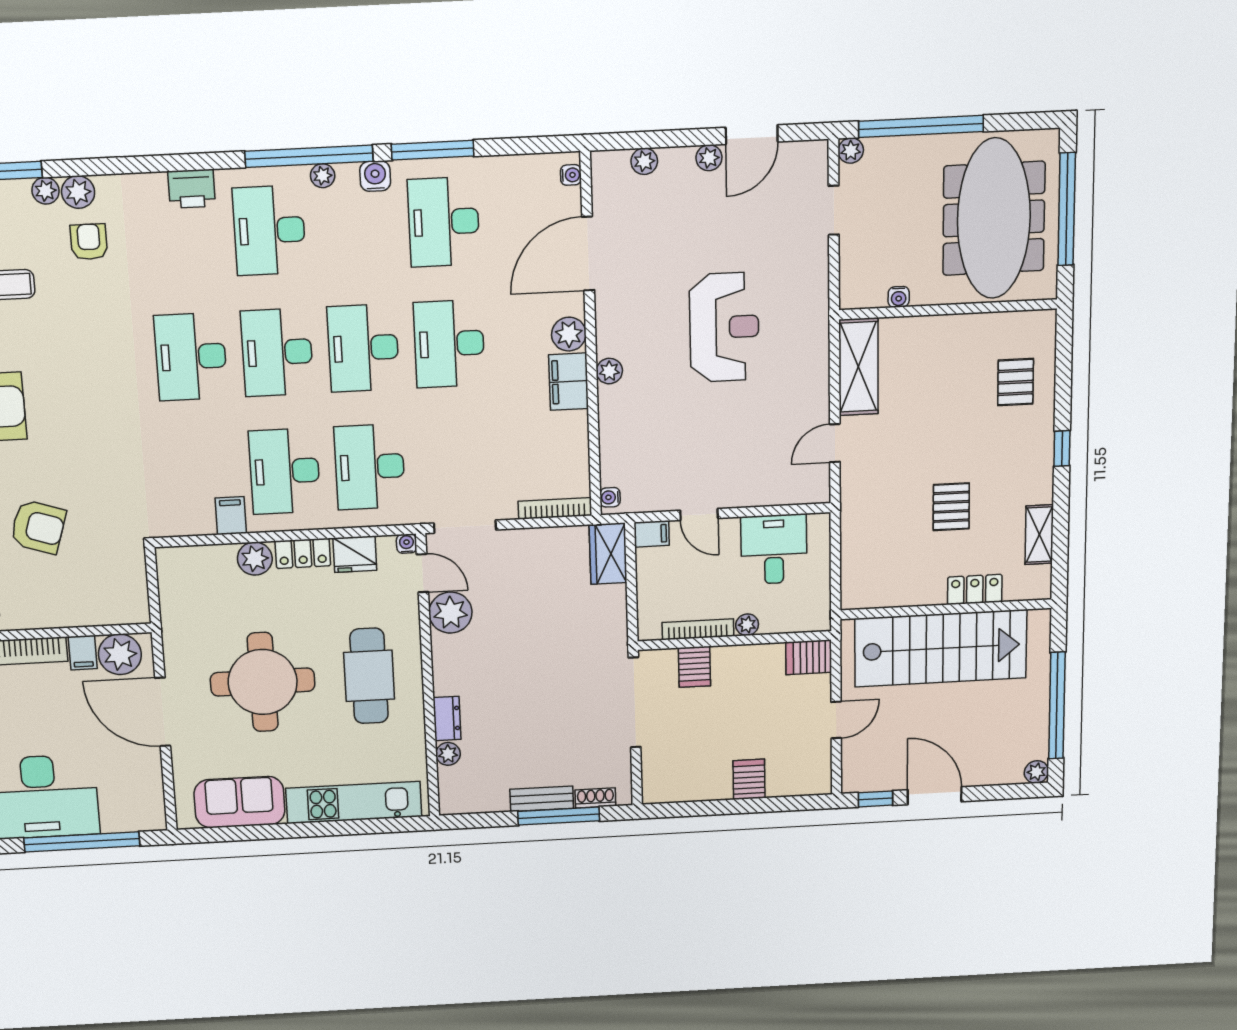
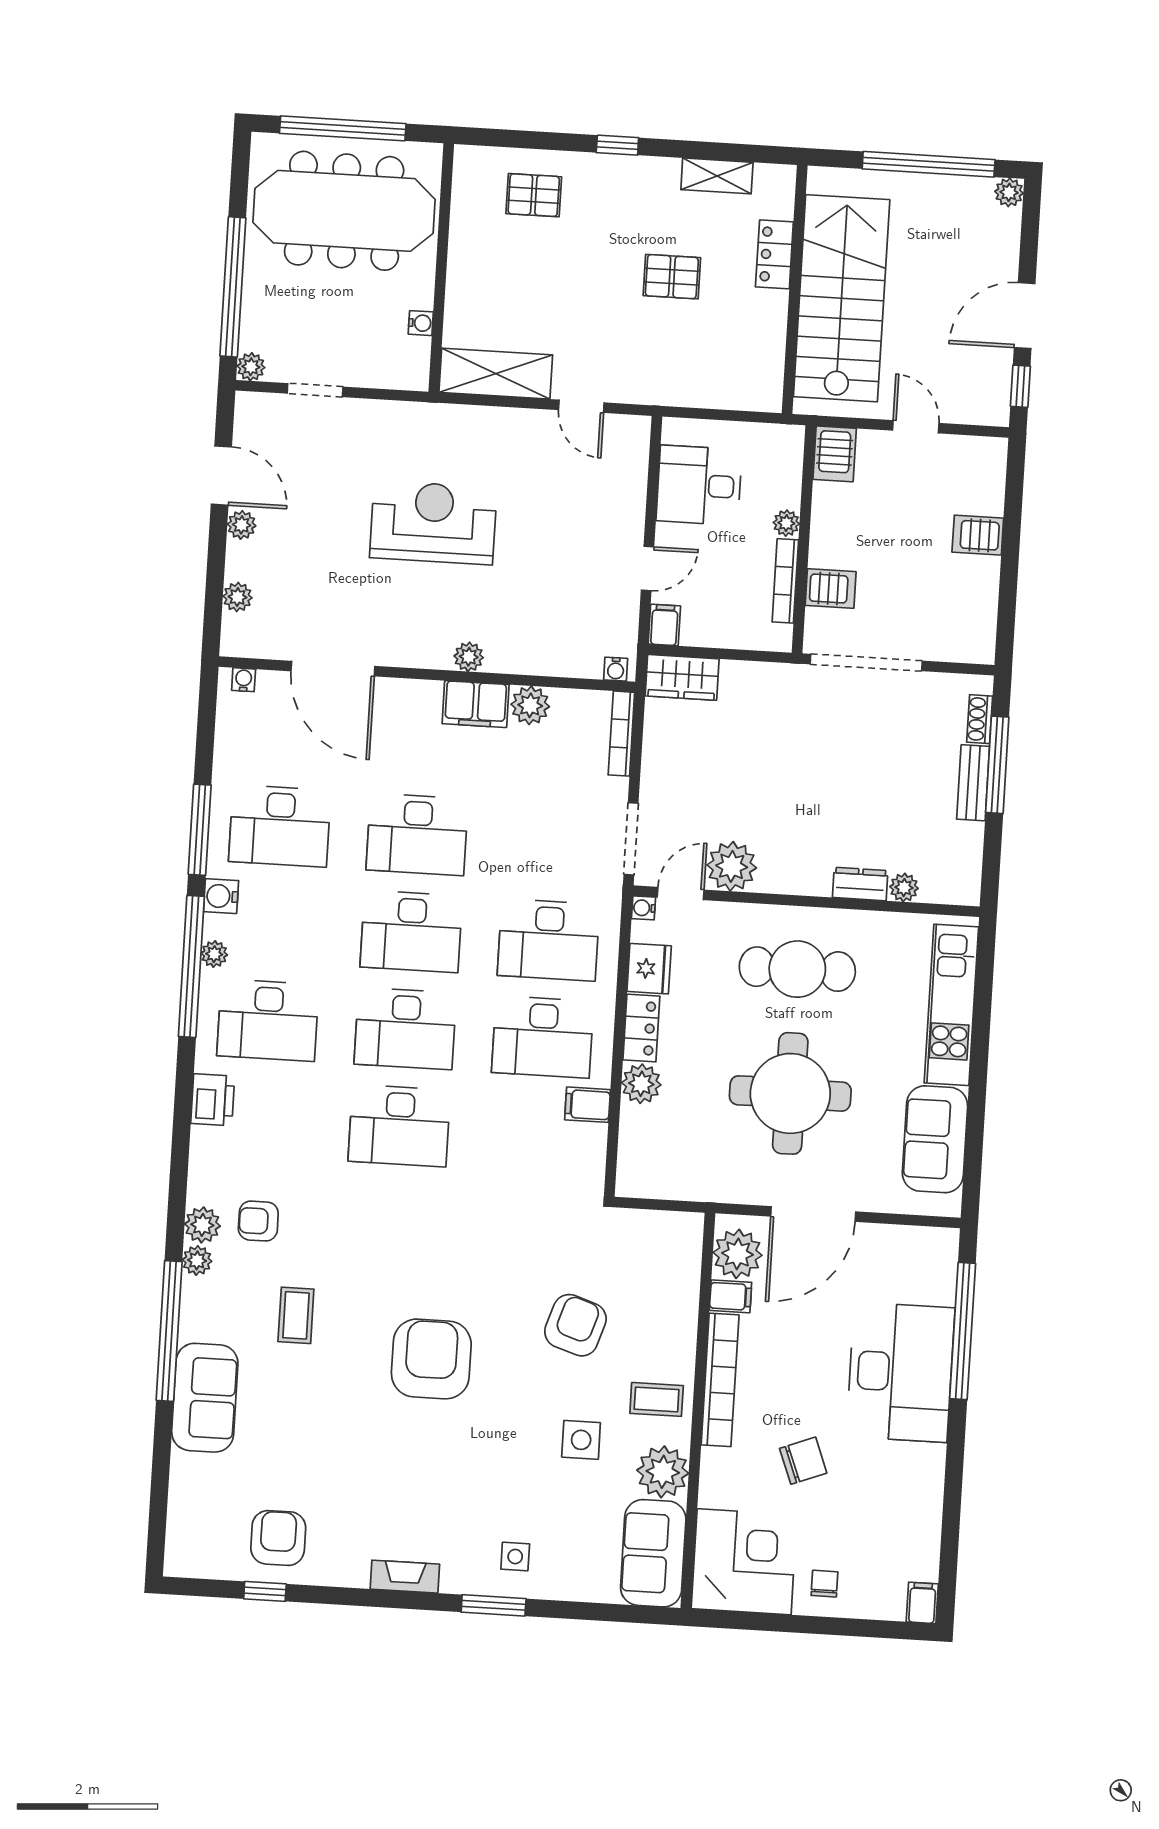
plant: (569, 334) -> (530, 705), moved

